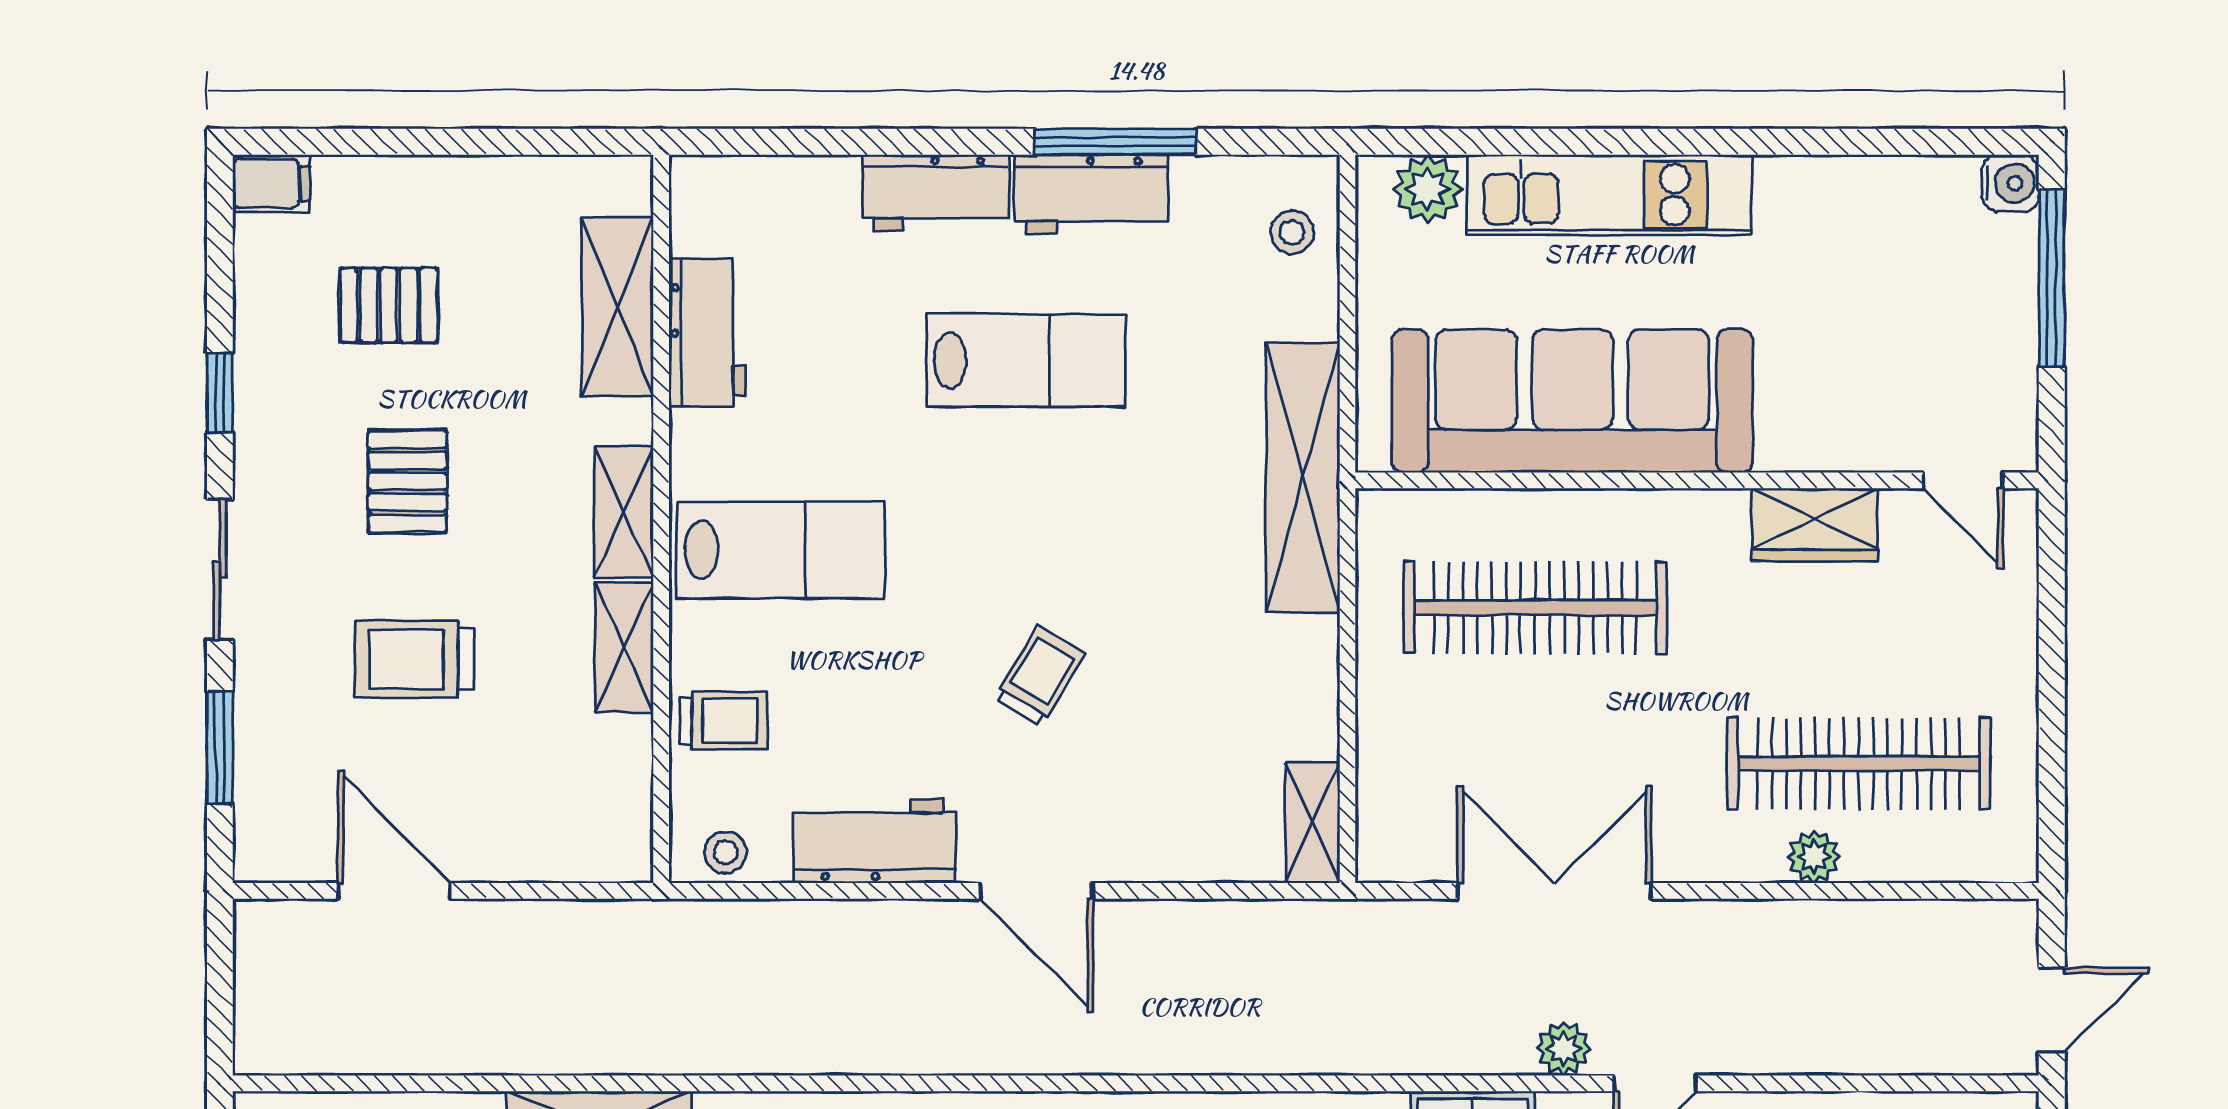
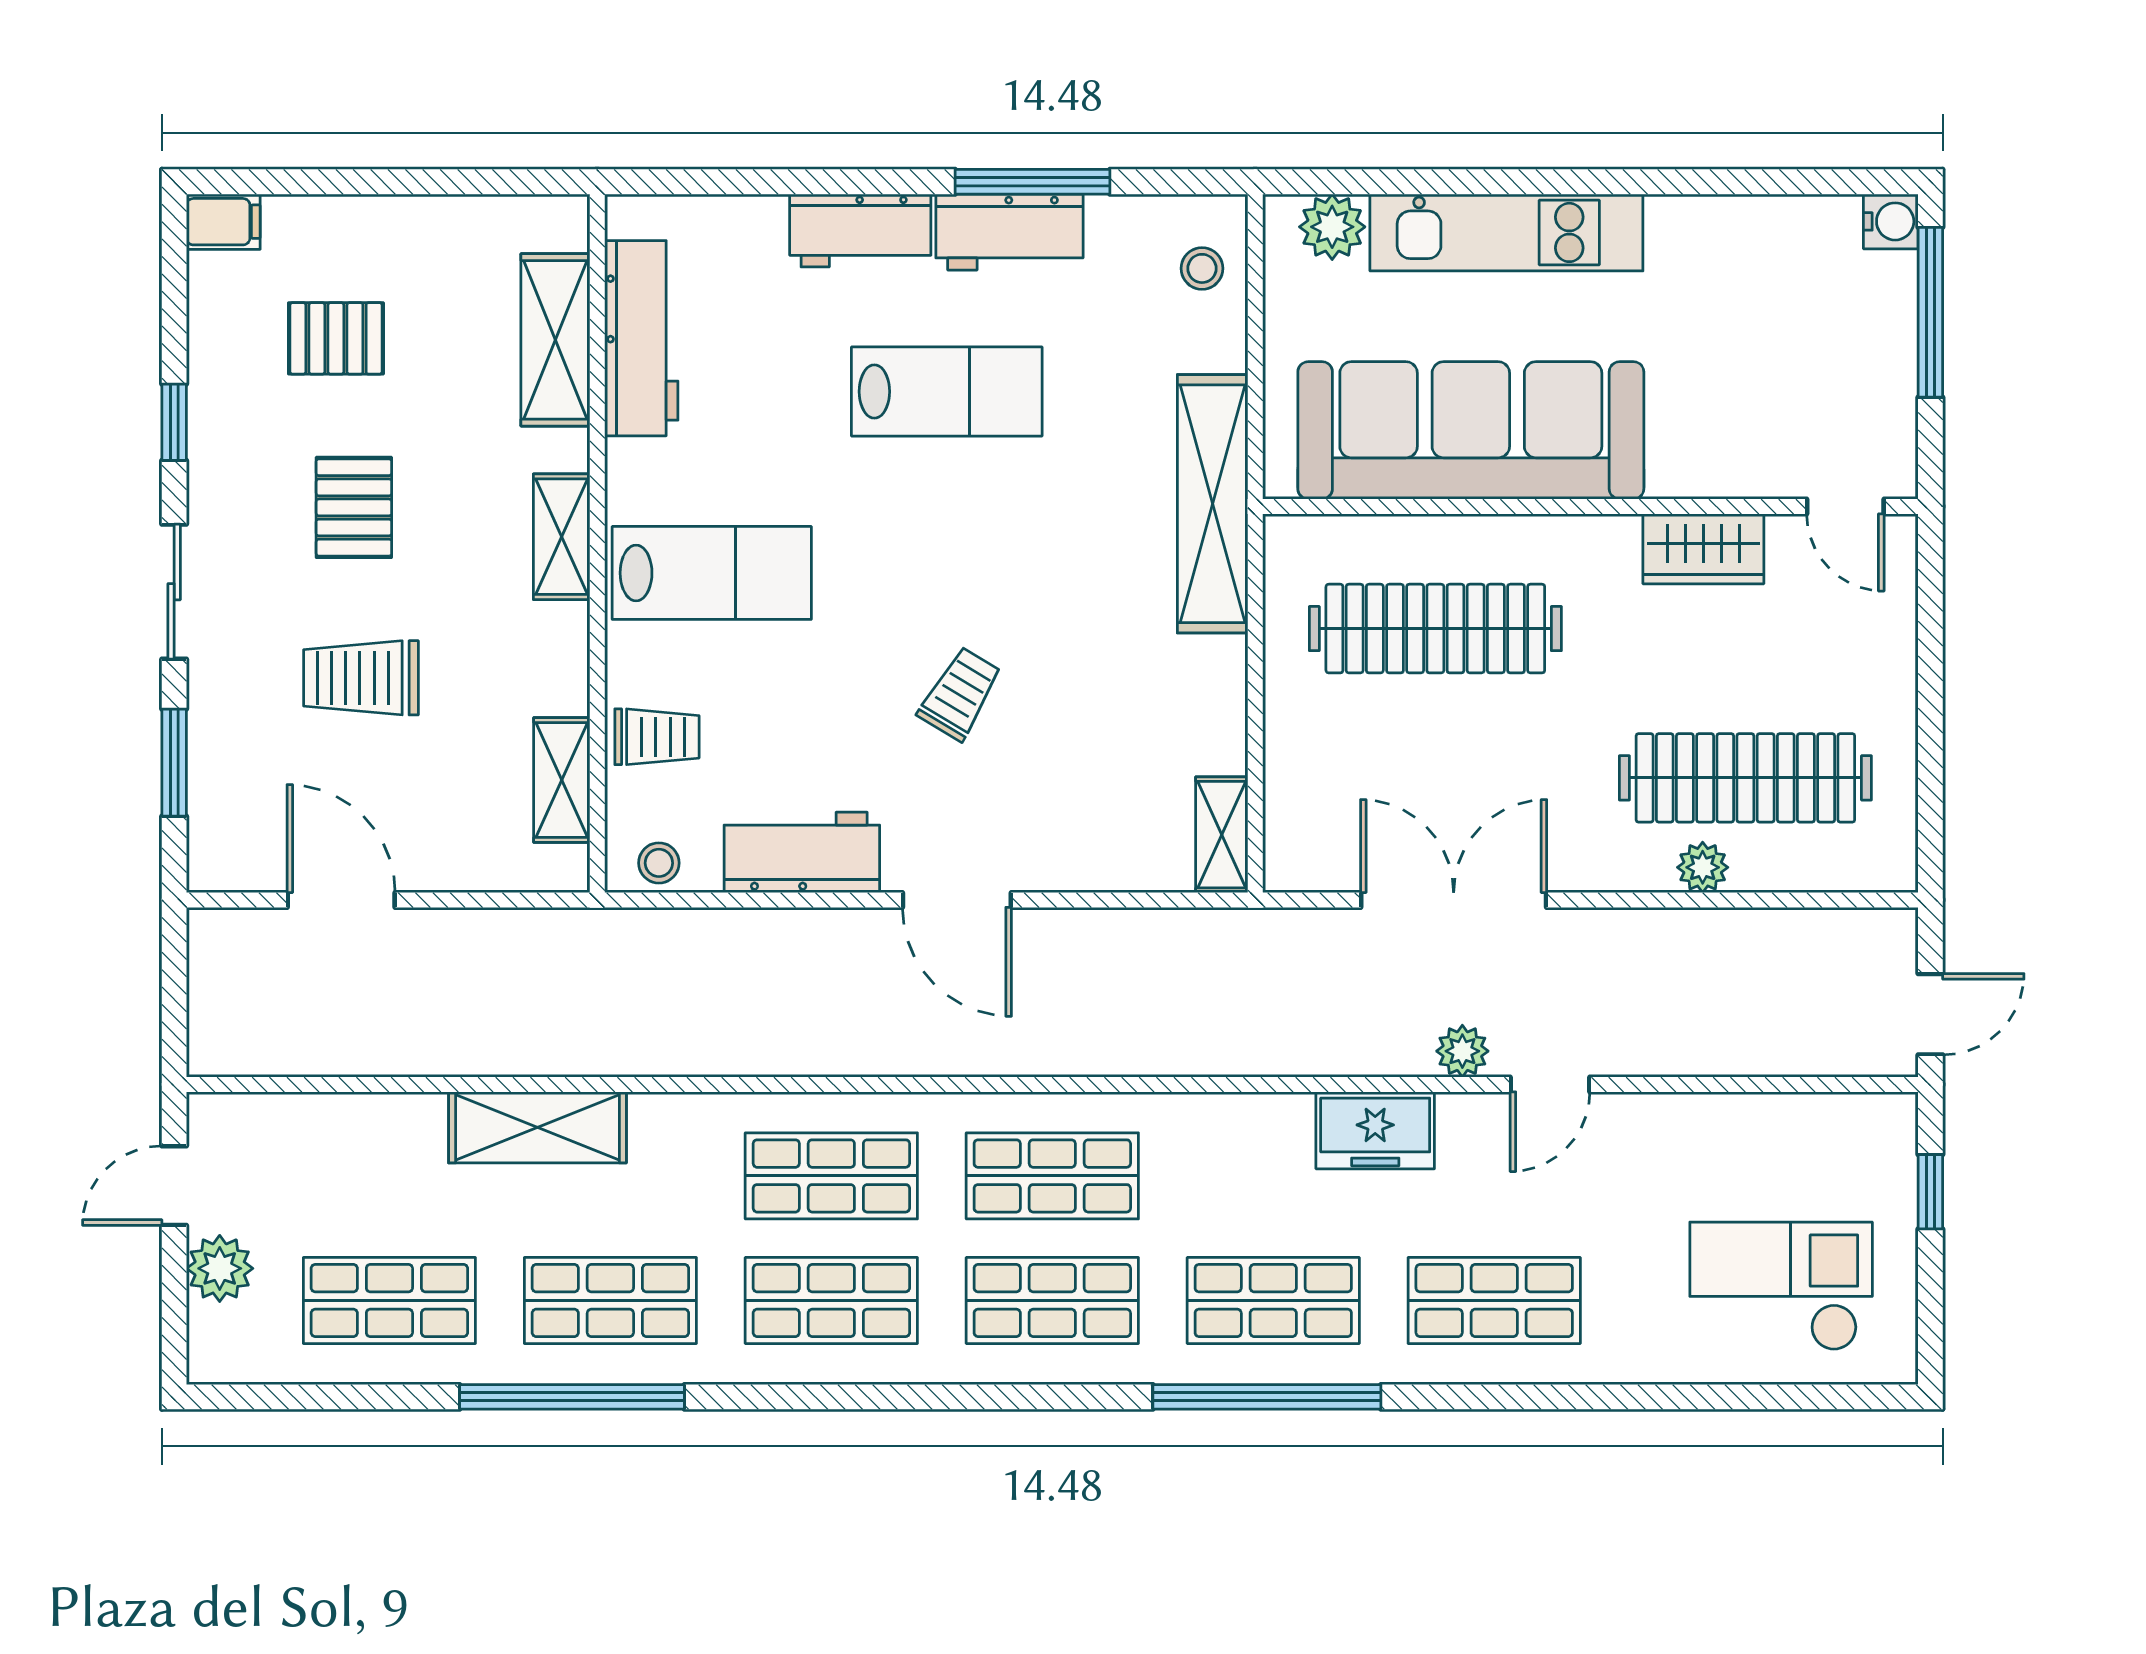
workbench: (707, 333) -> (641, 338), width x1.37
shelving: (624, 648) -> (562, 780), moved

